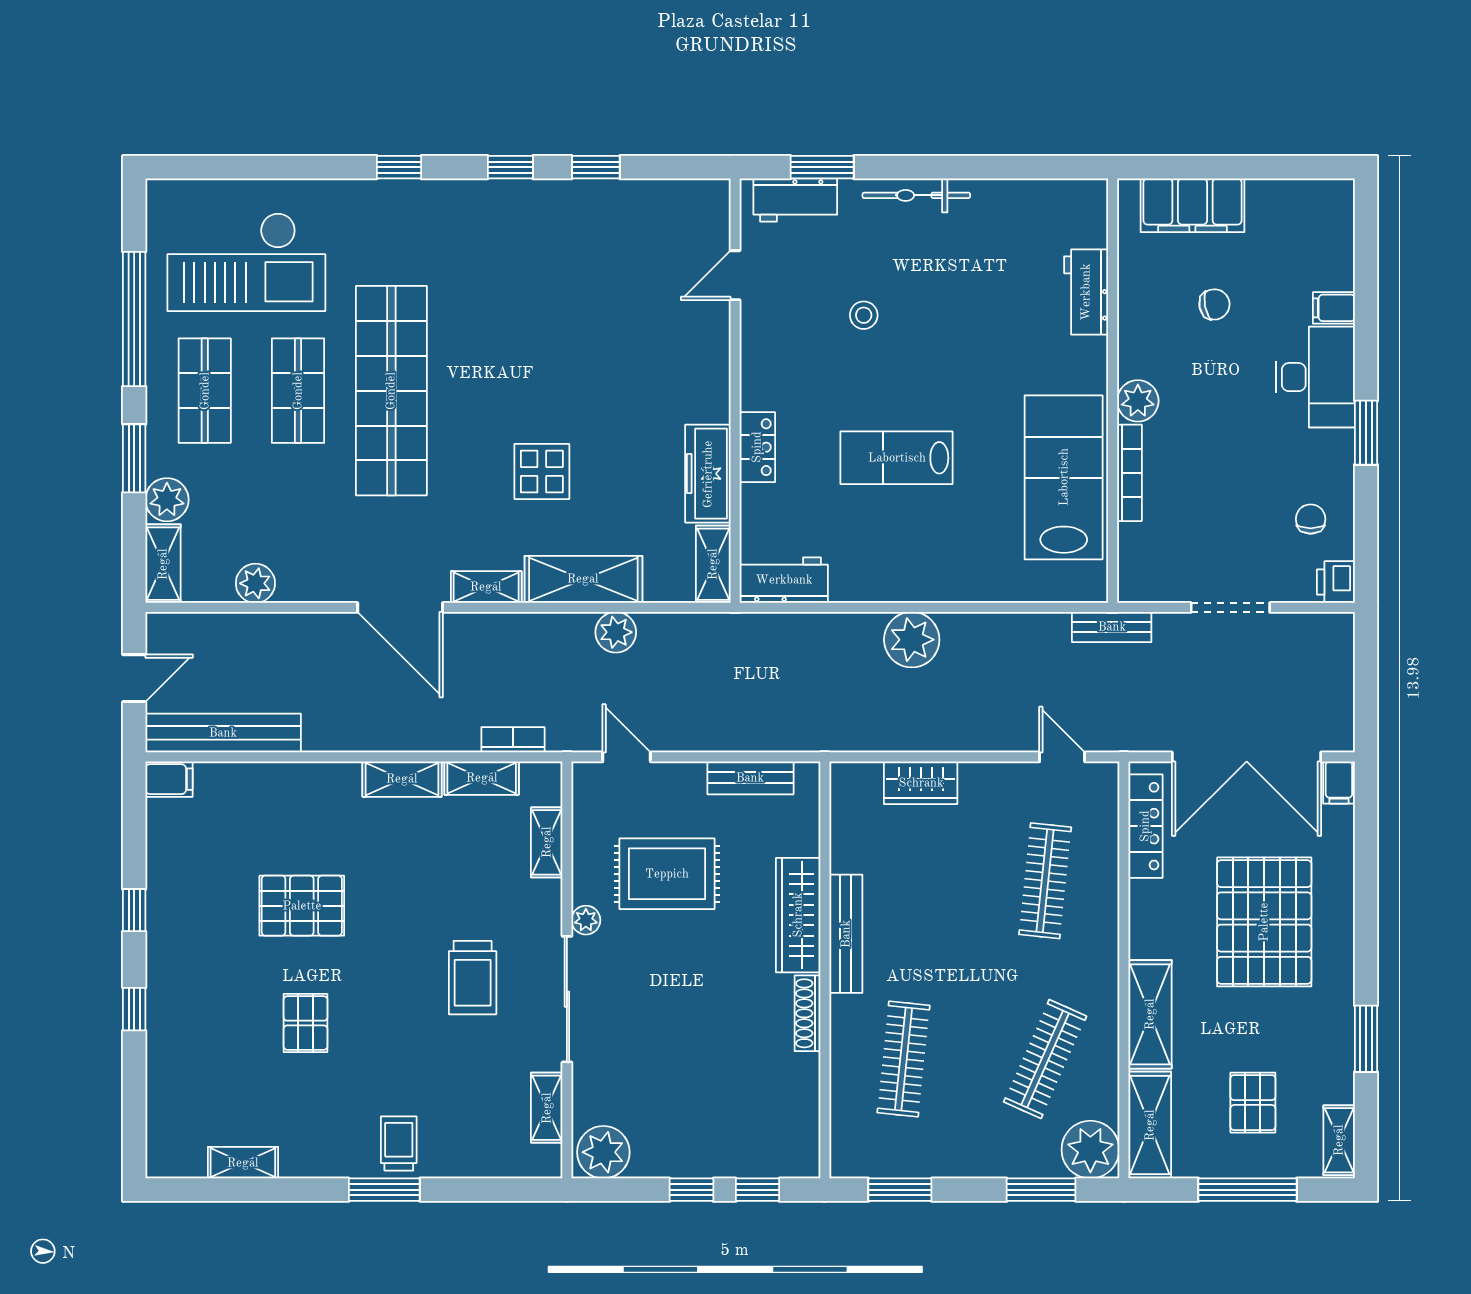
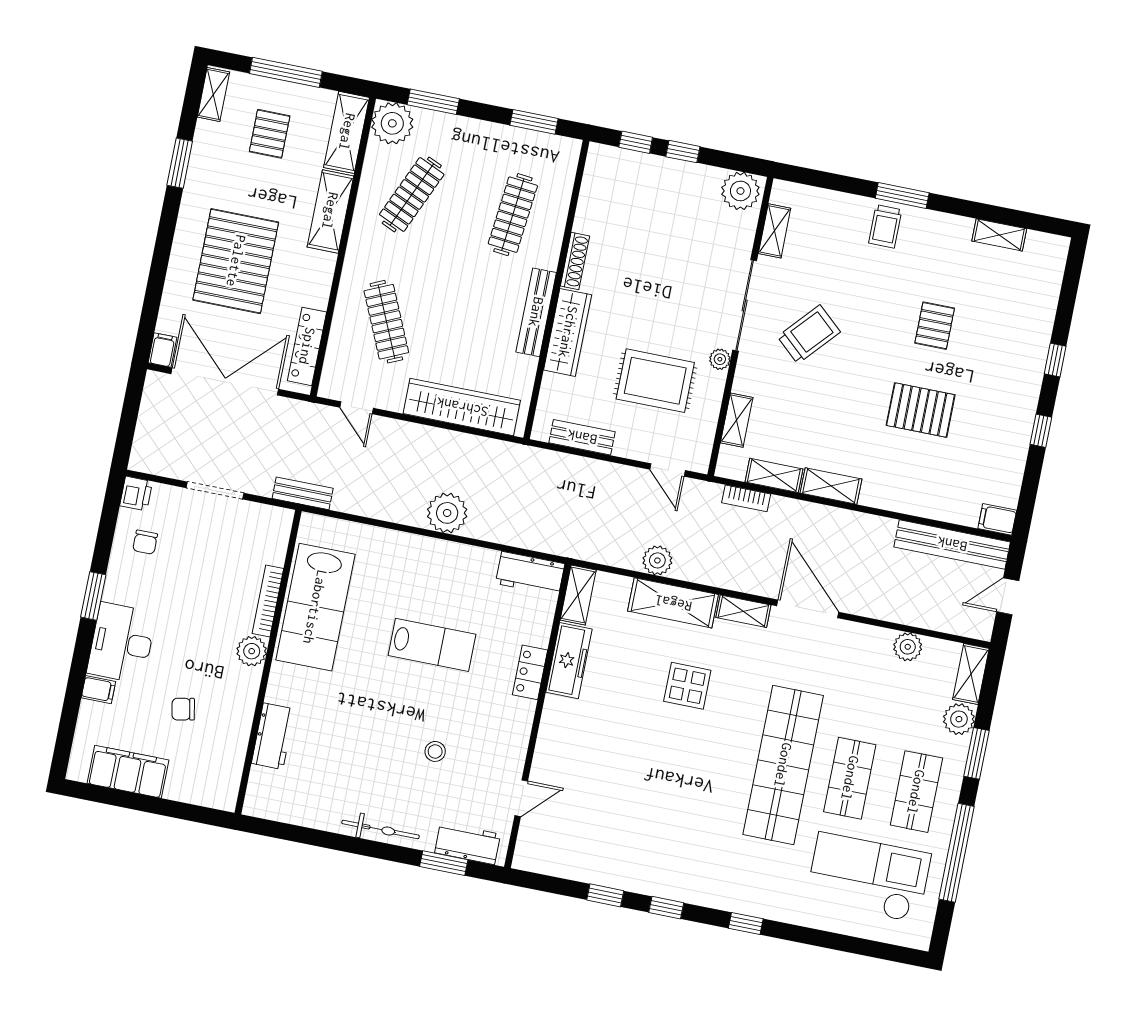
filing cabinet: (1192, 205) -> (128, 772), moved
wardrobe: (921, 783) -> (462, 407), width x2.10, depth x1.17
clothes rail: (1045, 881) -> (386, 322), turned -30
trolley: (473, 978) -> (809, 334), turned 42

